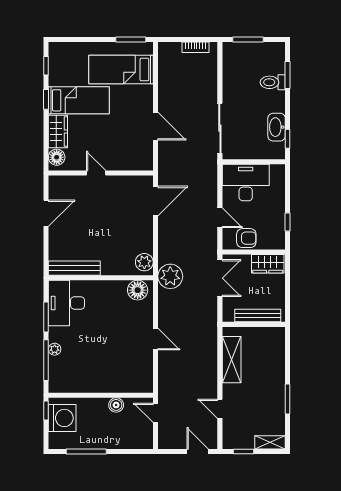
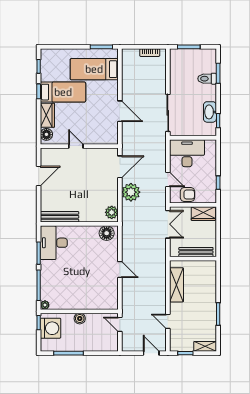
plant: (170, 276) -> (131, 192), moved
plant: (55, 349) -> (45, 305), moved
boiler: (116, 405) -> (80, 319), moved

